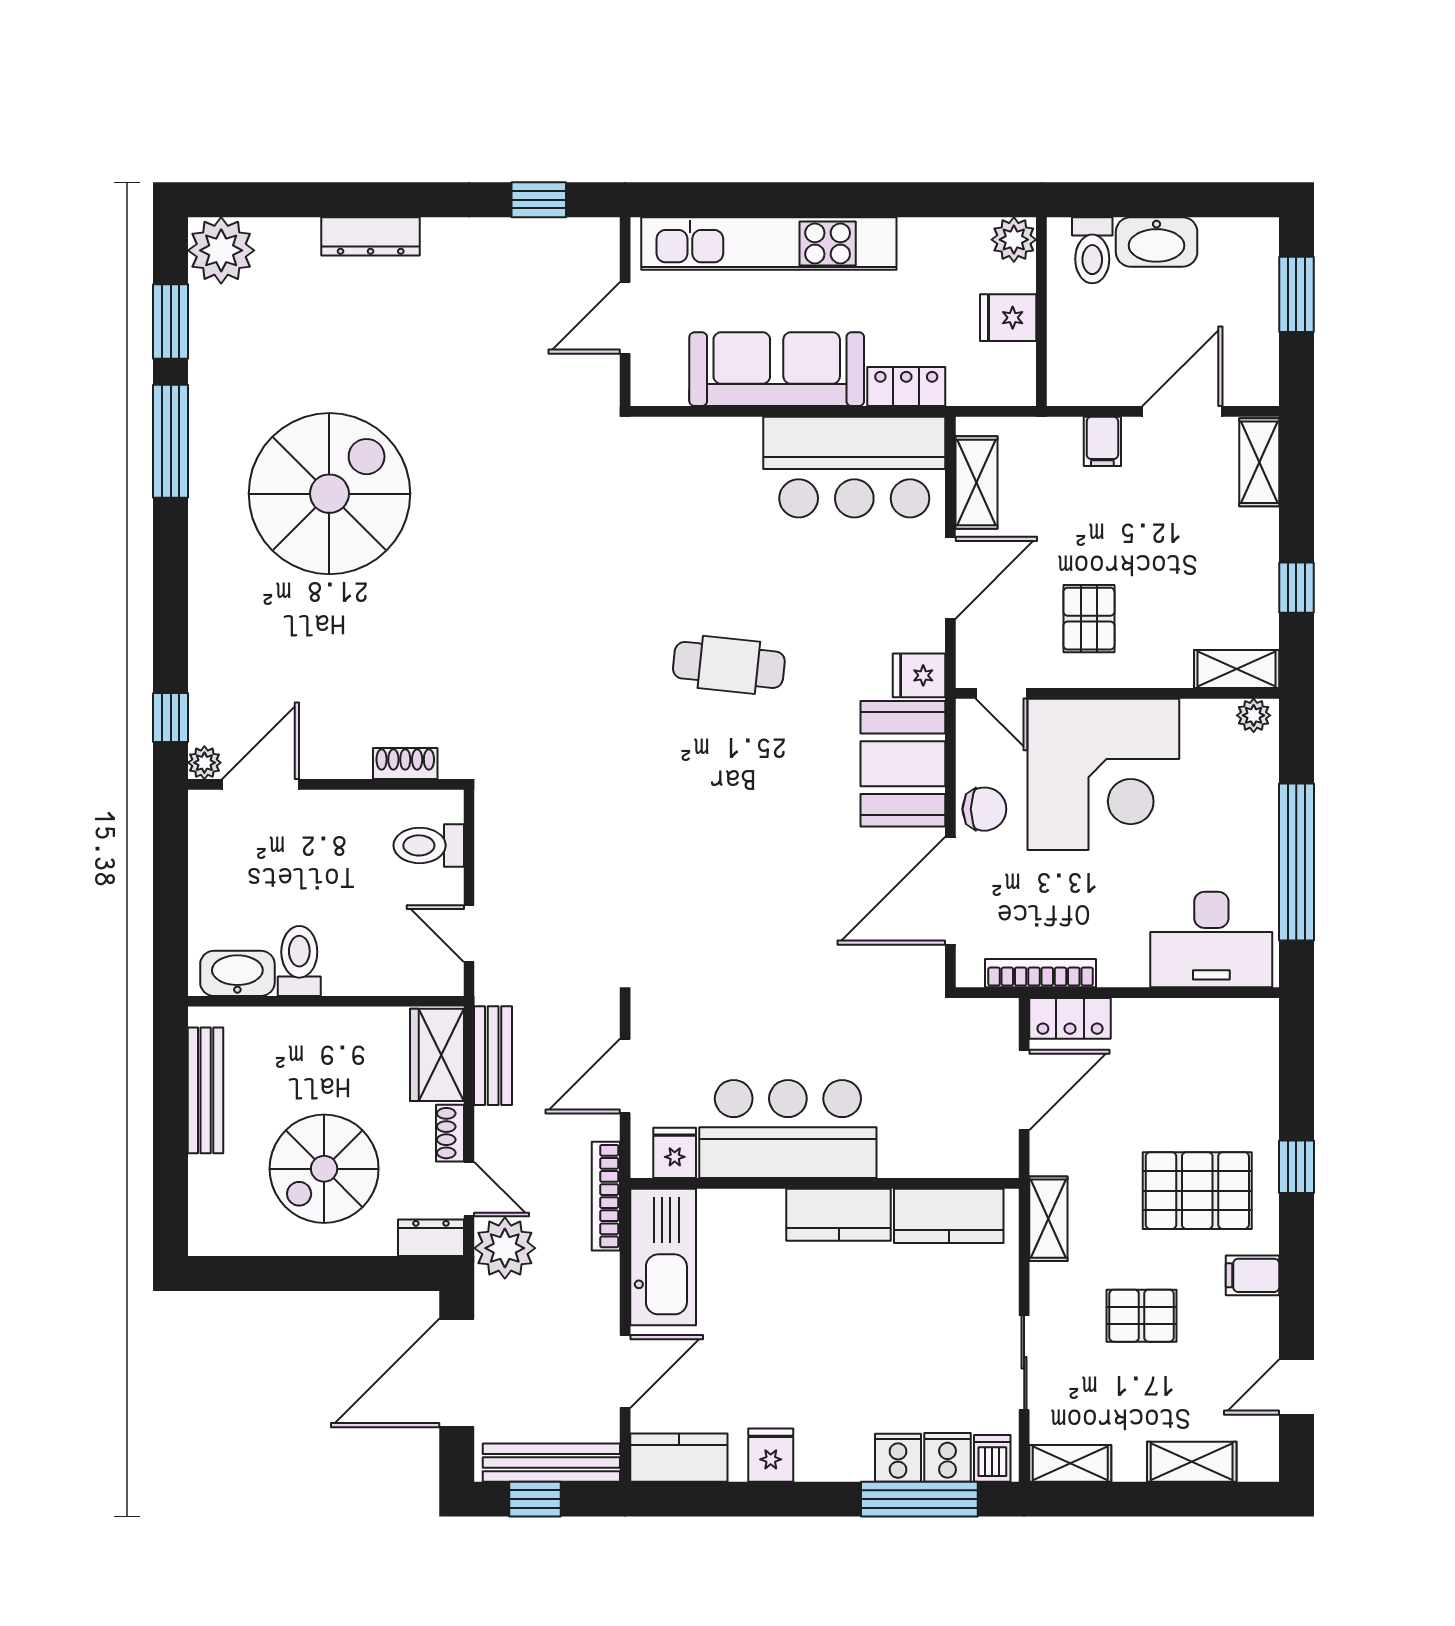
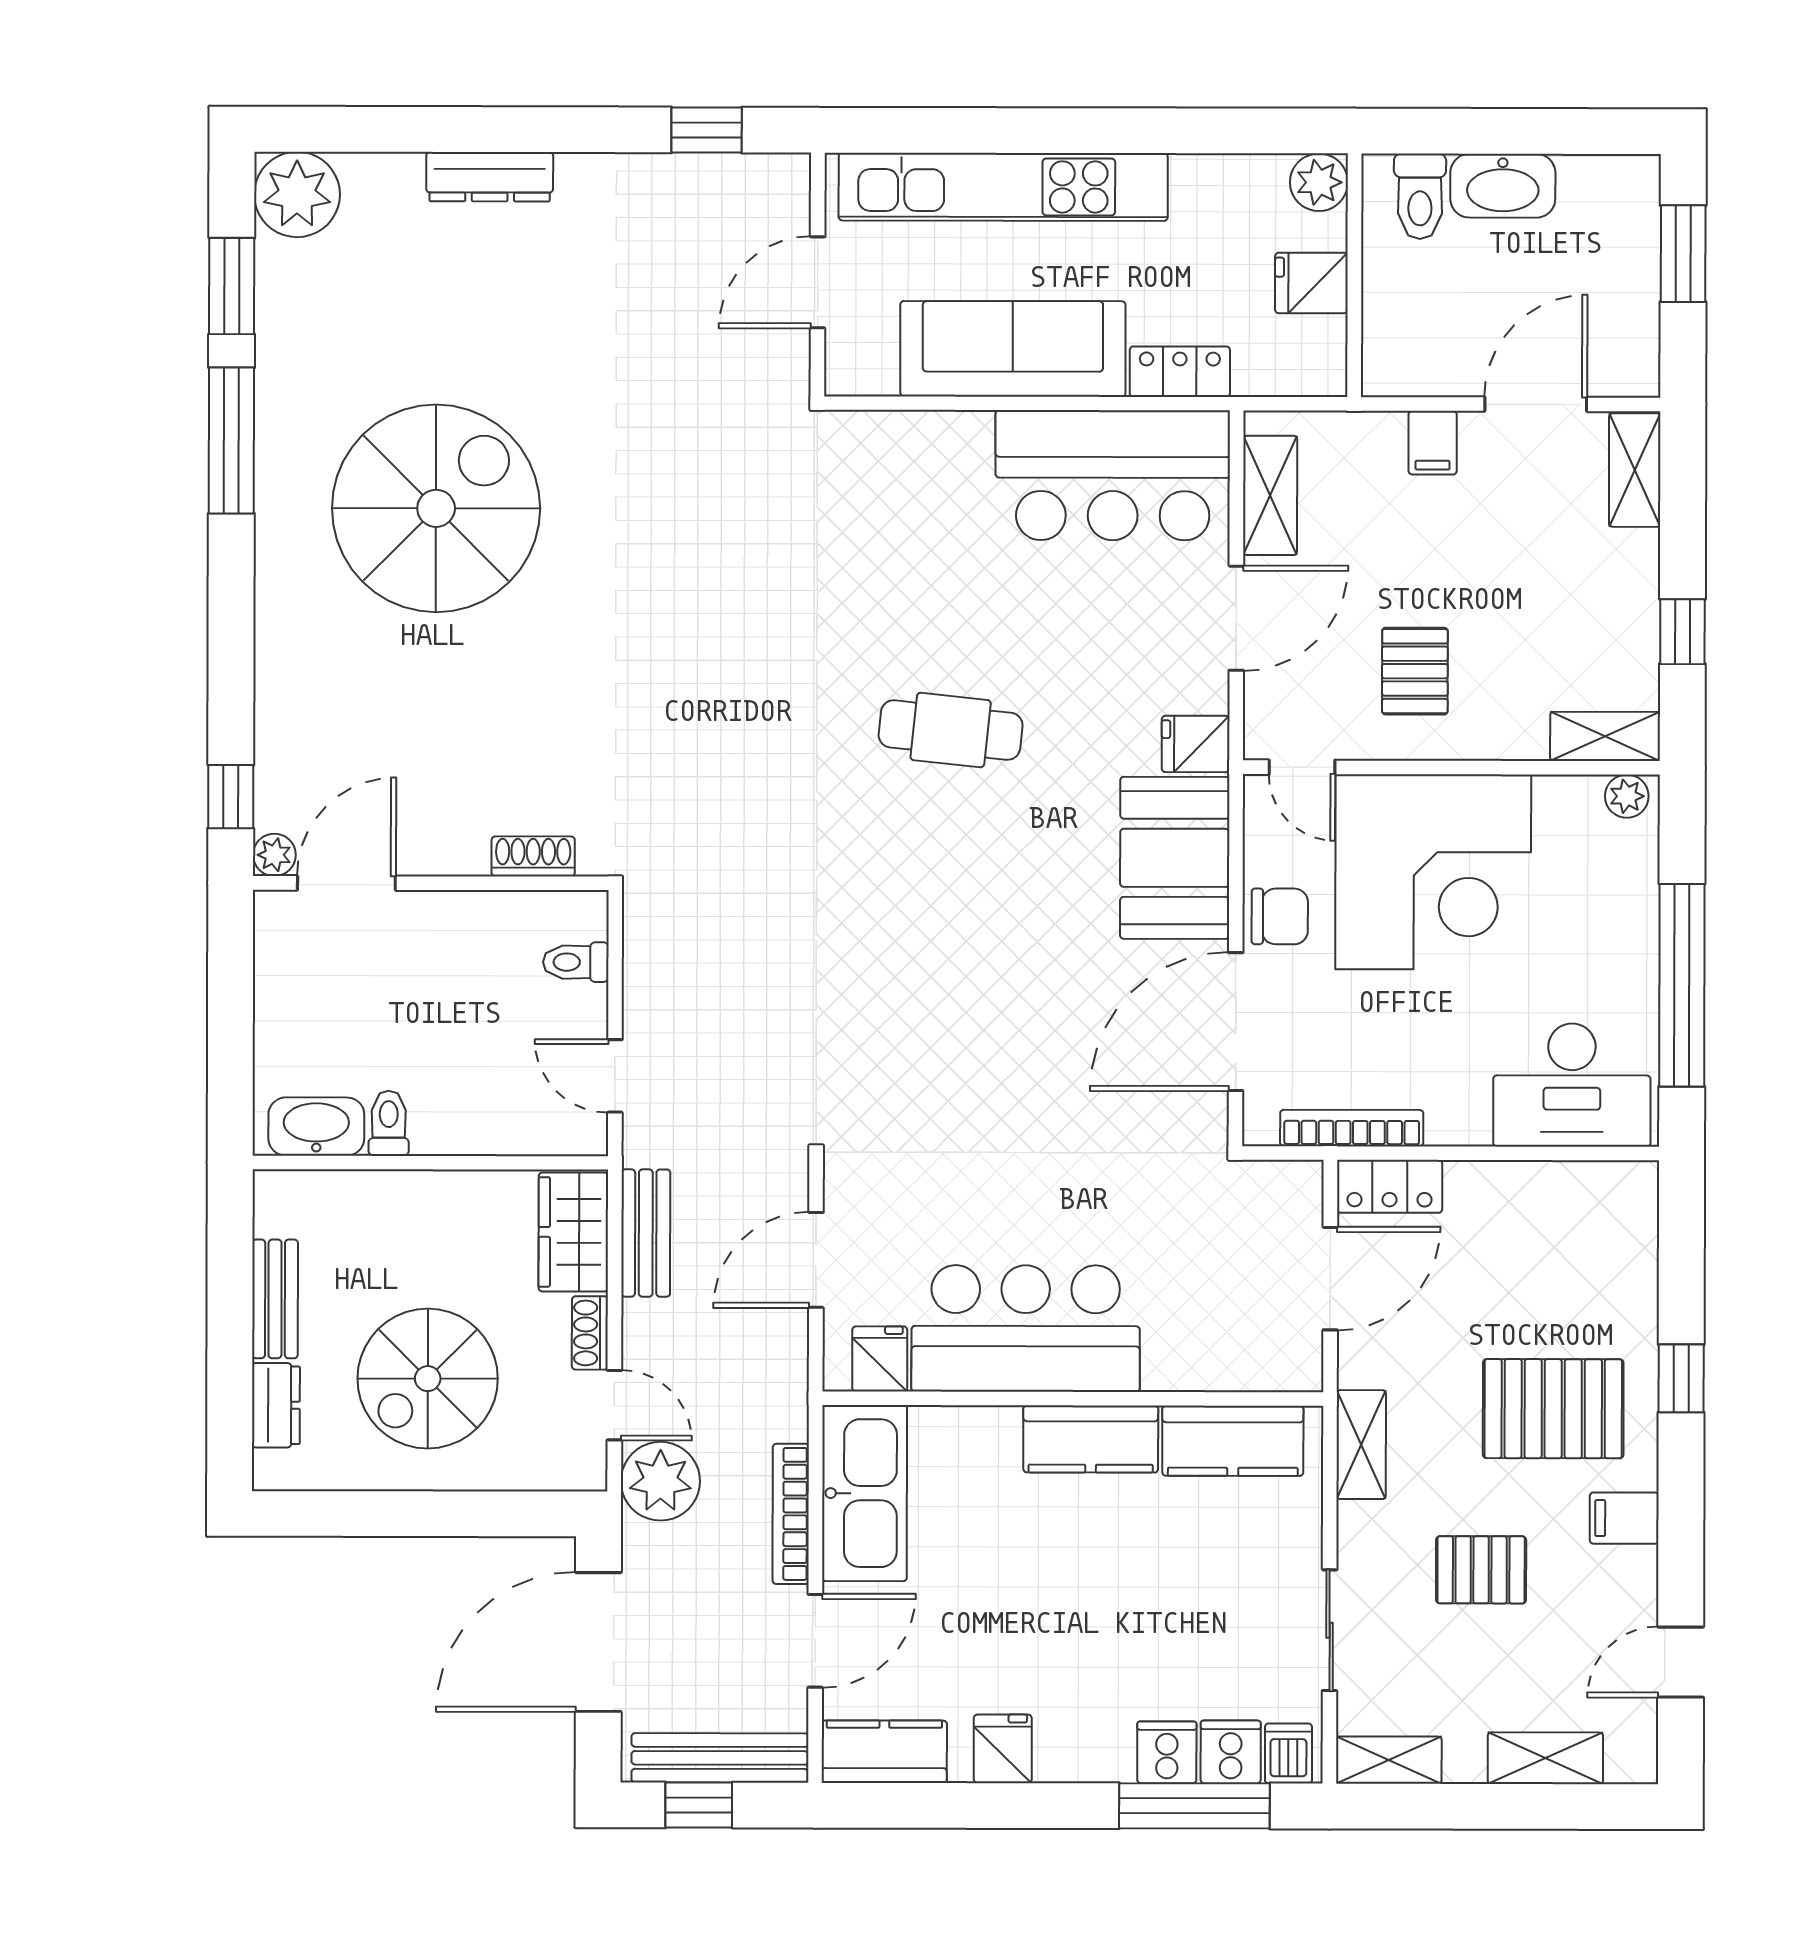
toilet: (429, 845) -> (576, 962), width x0.73, depth x0.72
toilet: (299, 961) -> (389, 1123), width x0.73, depth x0.72
bench: (206, 1090) -> (275, 1299), width x0.73
bookcase: (606, 1196) -> (791, 1514), moved
dresser: (431, 1238) -> (276, 1405), moved, turned 90

